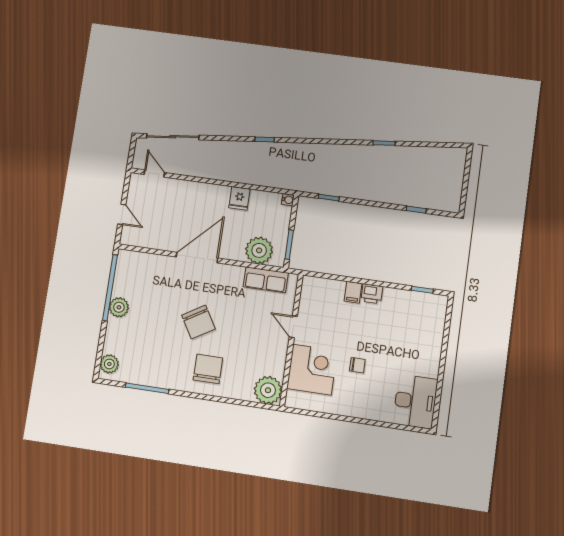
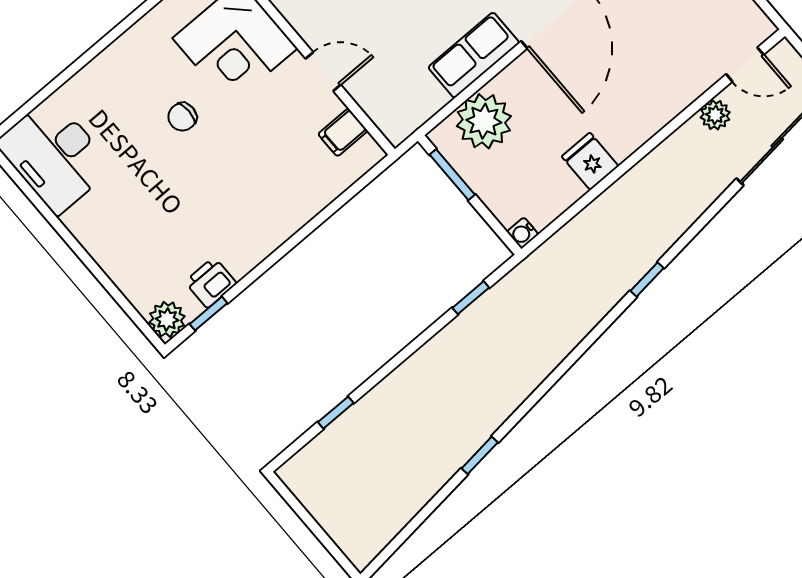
plant: (182, 168) -> (715, 115), added
row of seats: (266, 280) -> (474, 55), moved
filing cabinet: (353, 292) -> (343, 132), moved, turned -90
printer: (372, 294) -> (211, 283), moved
plant: (438, 303) -> (167, 319), added

